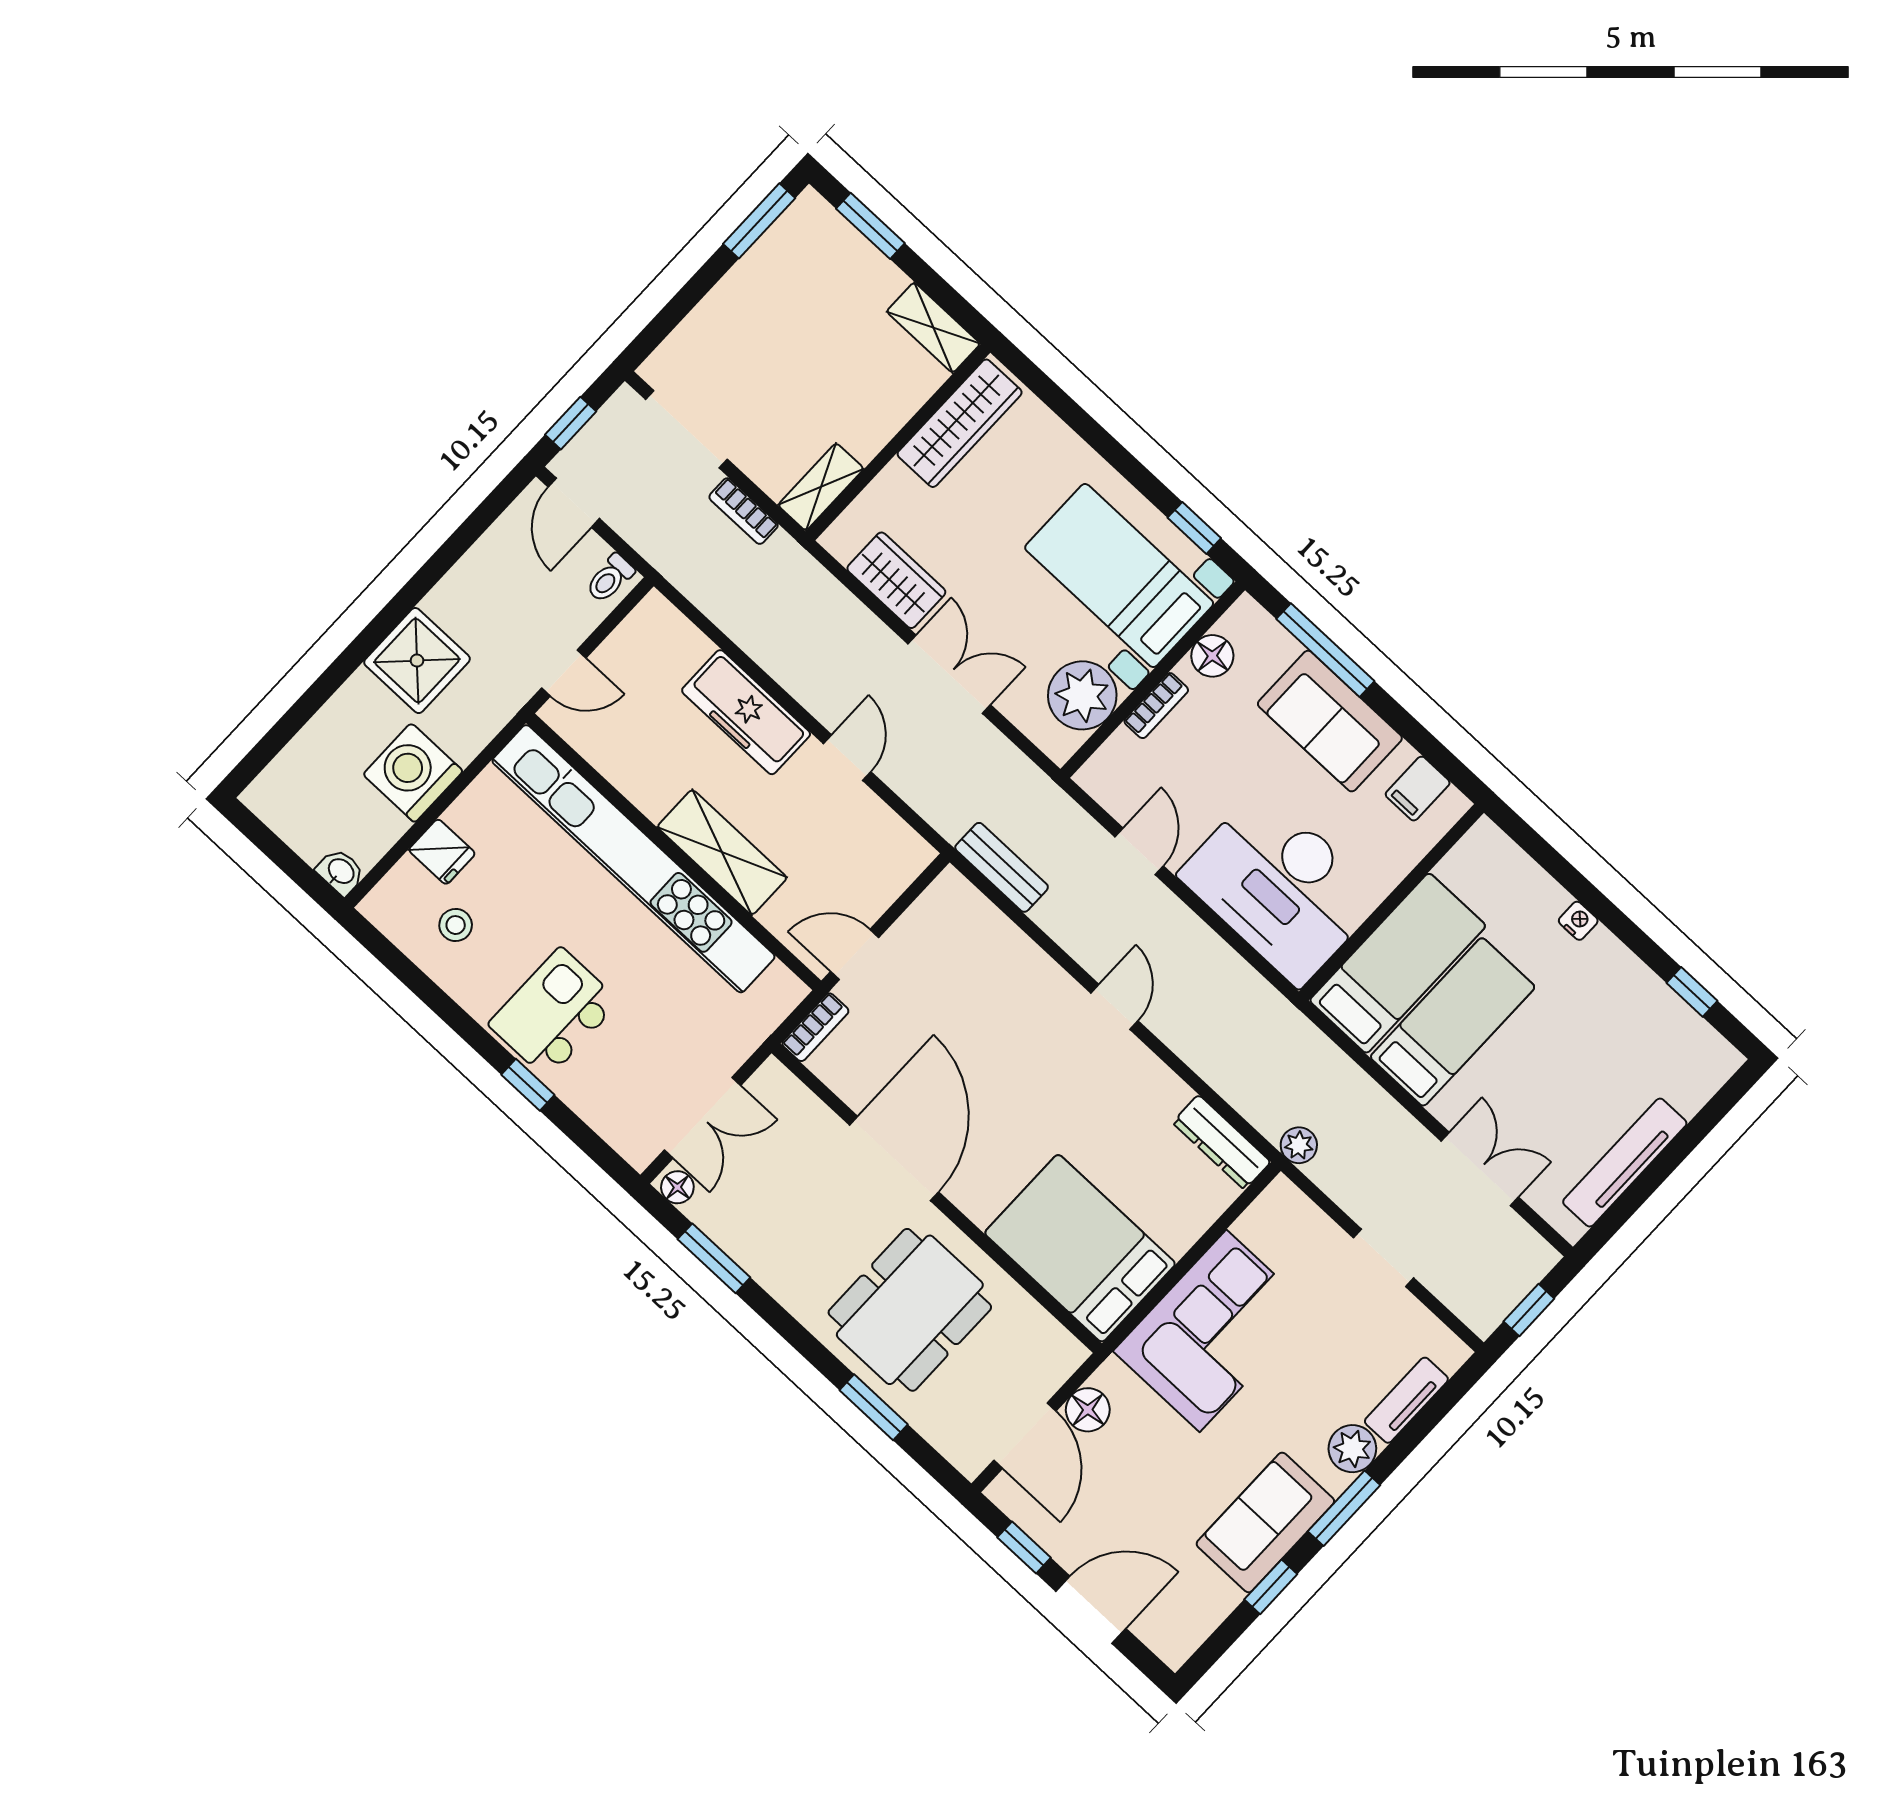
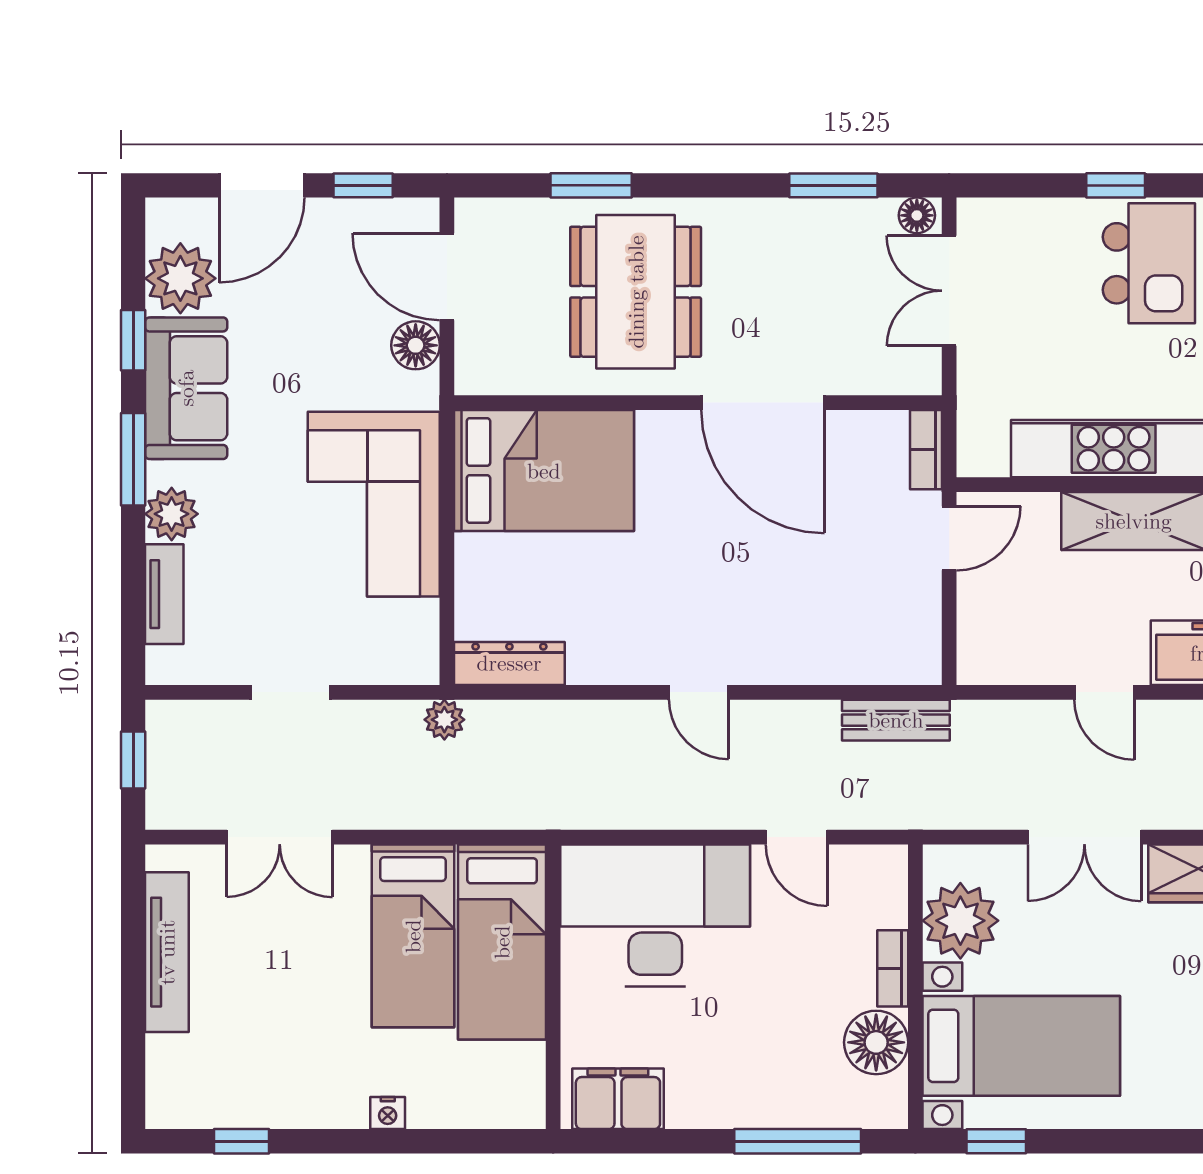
floor lamp: (1212, 656) -> (876, 1042), width x1.38, depth x1.38
sofa: (1330, 721) -> (740, 1087), removed
filing cabinet: (1418, 789) -> (618, 1099), width x2.00
plant: (1202, 1599) -> (180, 278), added

